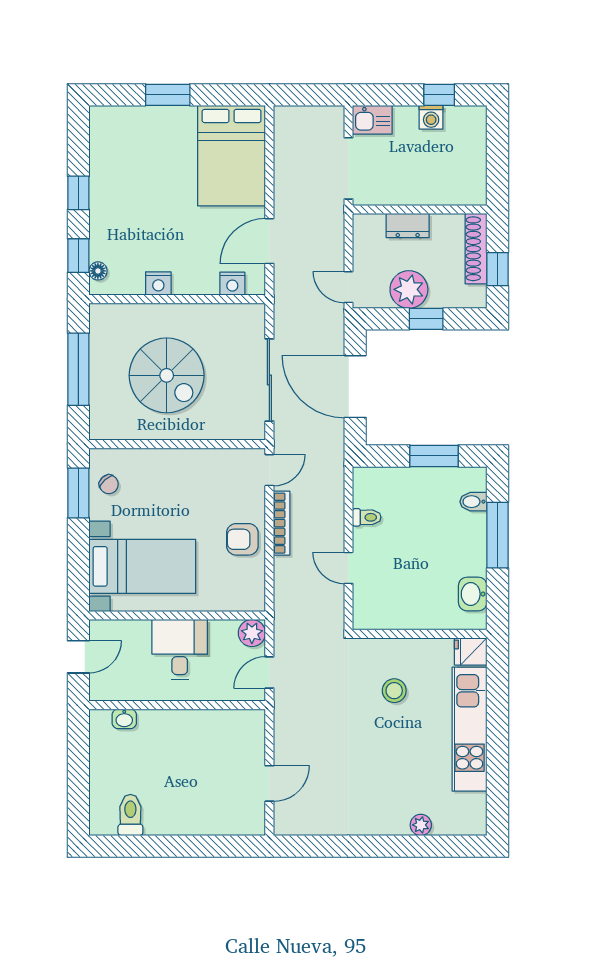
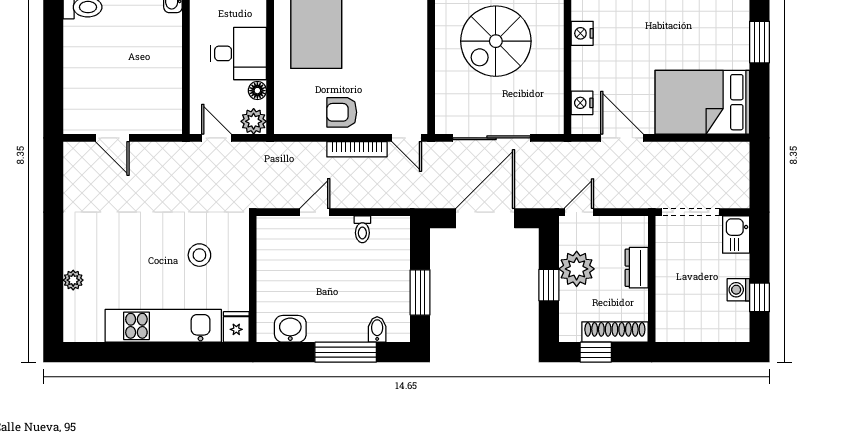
armchair: (242, 539) -> (342, 112), turned -90
floor lamp: (219, 629) -> (257, 91), added

